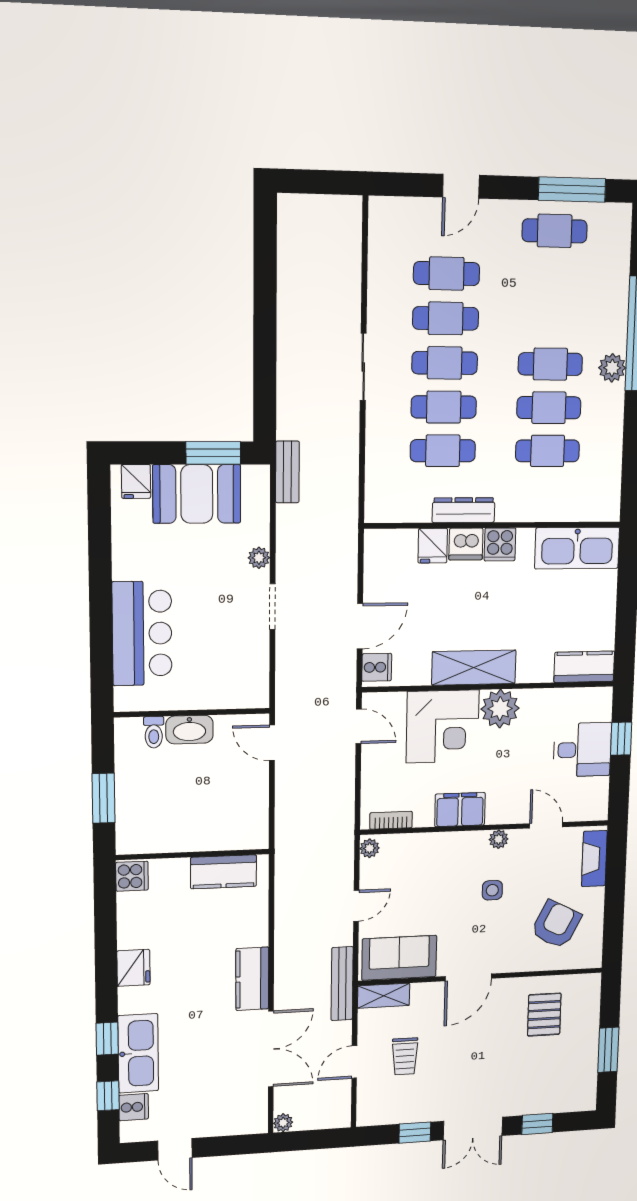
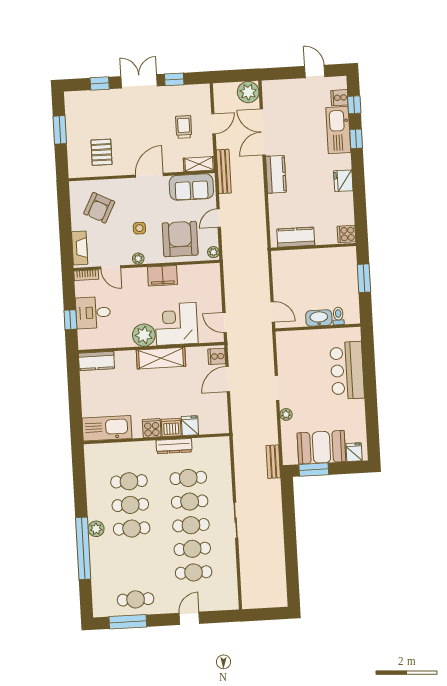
bookcase: (391, 820) -> (86, 275), moved
armchair: (425, 871) -> (180, 239), added
plant: (283, 1123) -> (248, 92), width x1.88, depth x1.88

